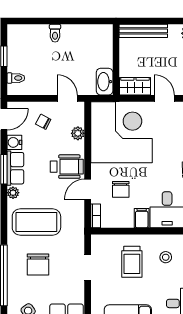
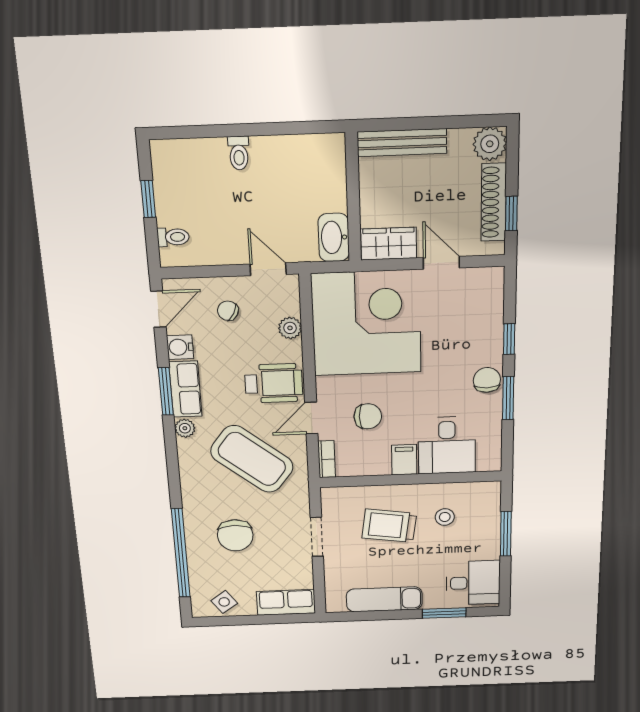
chair: (121, 189) -> (368, 416), turned -90
coffee table: (36, 222) -> (252, 459), moved, turned 38
trolley: (132, 262) -> (389, 526), turned 98

